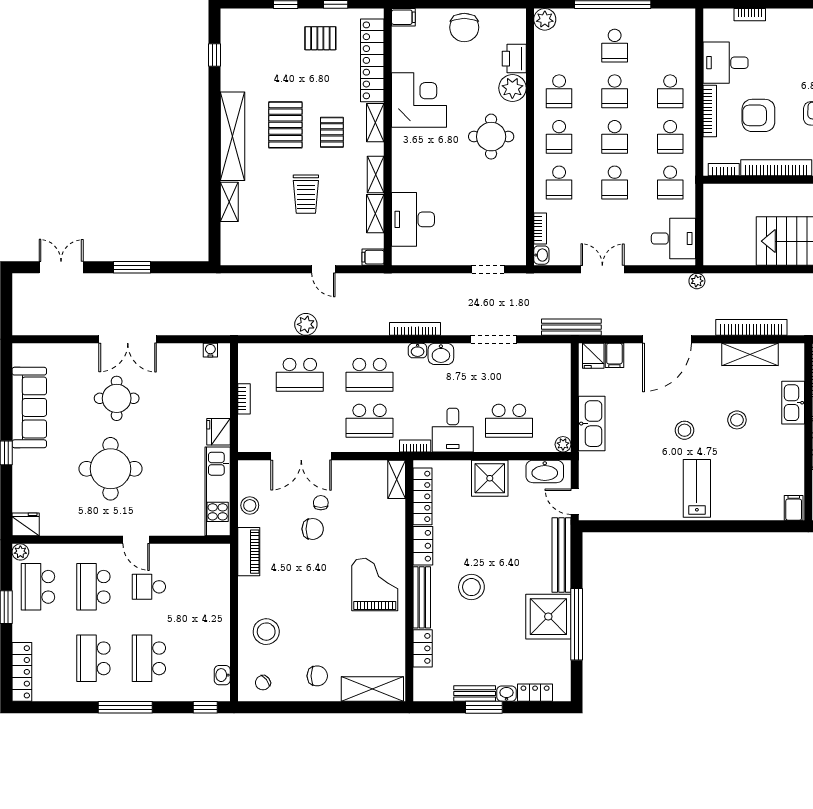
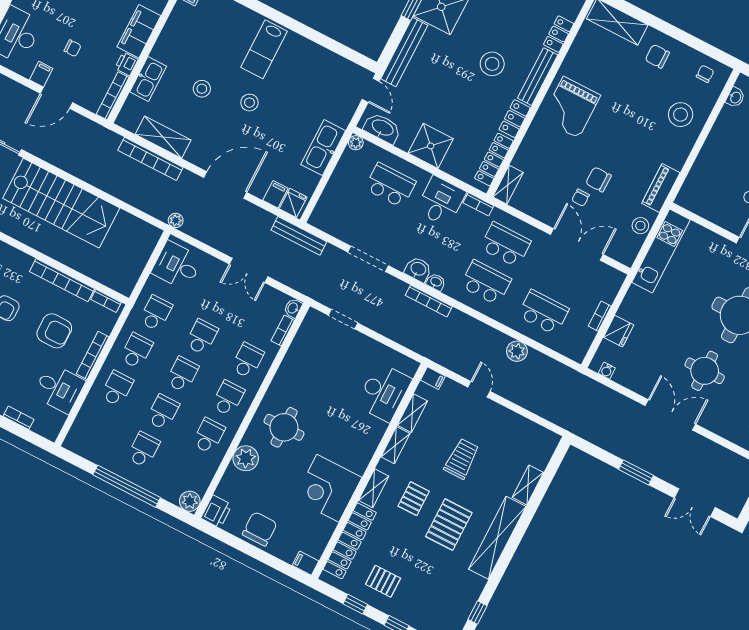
printer: (514, 59) -> (216, 511), moved
fridge: (219, 432) -> (619, 331), moved
chair: (263, 683) -> (705, 74), turned -52

